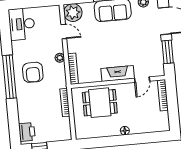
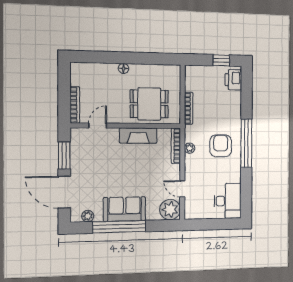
plant: (60, 58) -> (190, 148), moved
fireplace: (118, 74) -> (138, 136), moved

